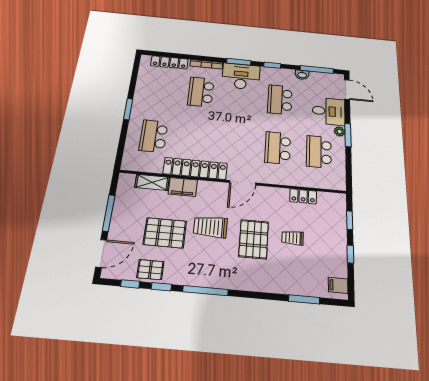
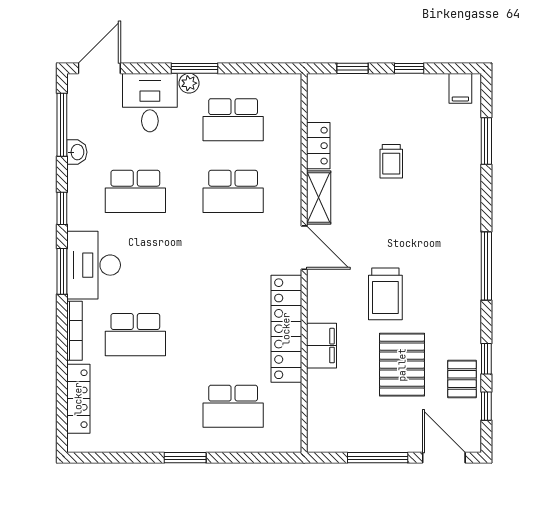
shelving: (152, 182) -> (319, 198), moved
pallet: (254, 239) -> (399, 224), removed
window: (206, 291) -> (486, 266), moved

